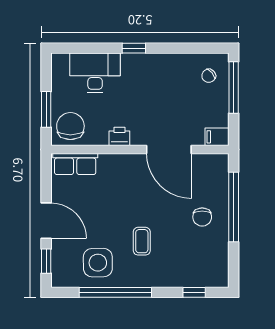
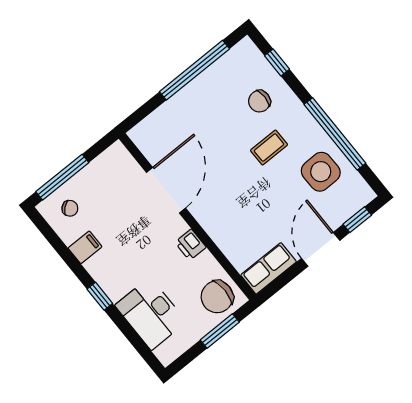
filing cabinet: (217, 137) -> (85, 247), moved, turned -90
row of seats: (75, 164) -> (269, 268), moved, turned -90
window: (234, 207) -> (195, 70), moved
chair: (202, 217) -> (259, 101), moved, turned 180

